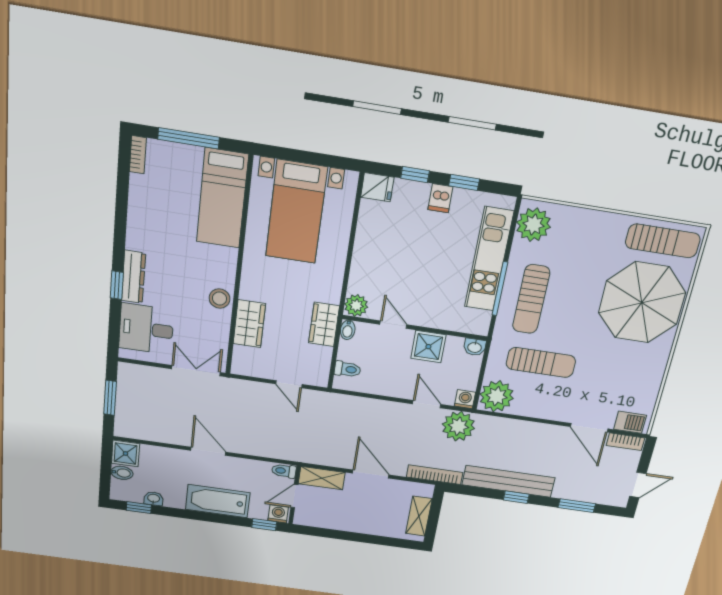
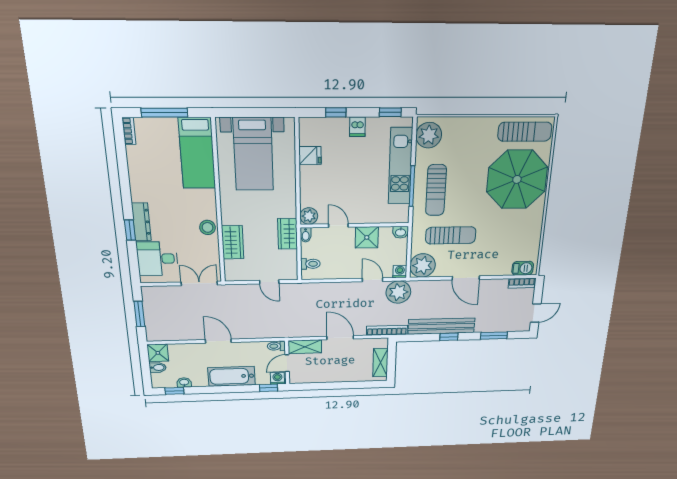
window: (464, 182) -> (390, 112), moved
fridge: (377, 187) -> (310, 155), moved
door: (589, 428) -> (466, 278), moved

